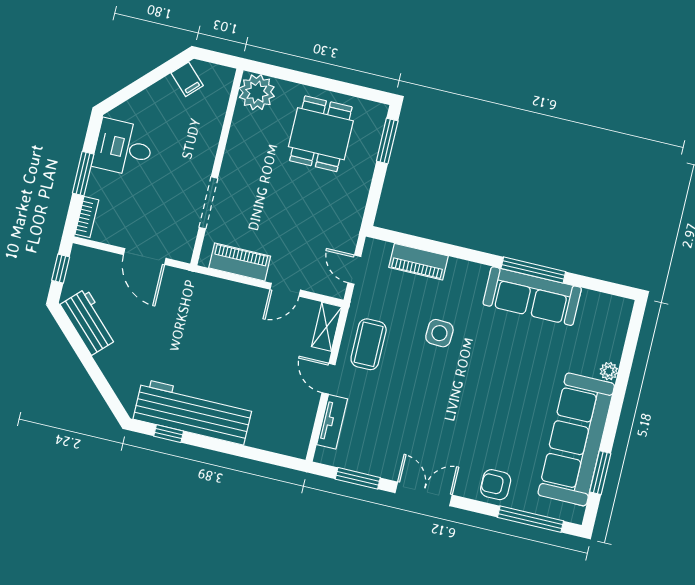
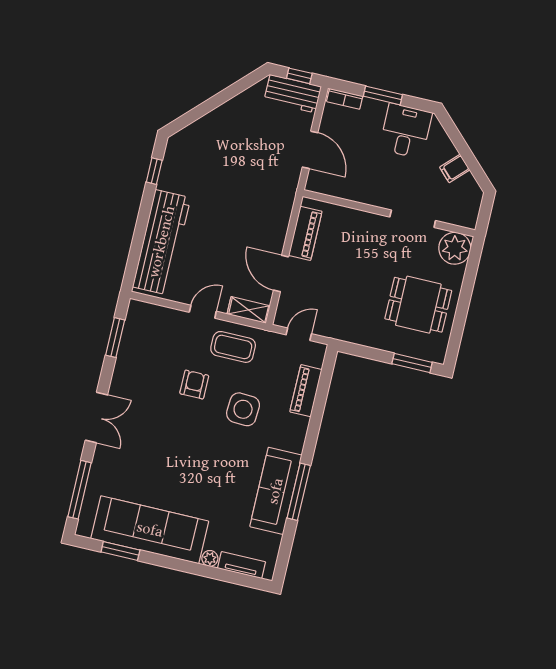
filing cabinet: (187, 79) -> (455, 169), moved
doorway: (208, 203) -> (413, 219), moved
door: (145, 257) -> (310, 150), swing flipped
door: (285, 290) -> (281, 274), width x1.38
workbench: (89, 322) -> (293, 94), moved, turned 45
side table: (439, 333) -> (243, 409), width x1.37, depth x1.37
workbench: (193, 412) -> (162, 242), moved
tv unit: (332, 422) -> (242, 565), moved, turned 180
armchair: (496, 485) -> (194, 385), moved
double door: (424, 494) -> (96, 418), moved

